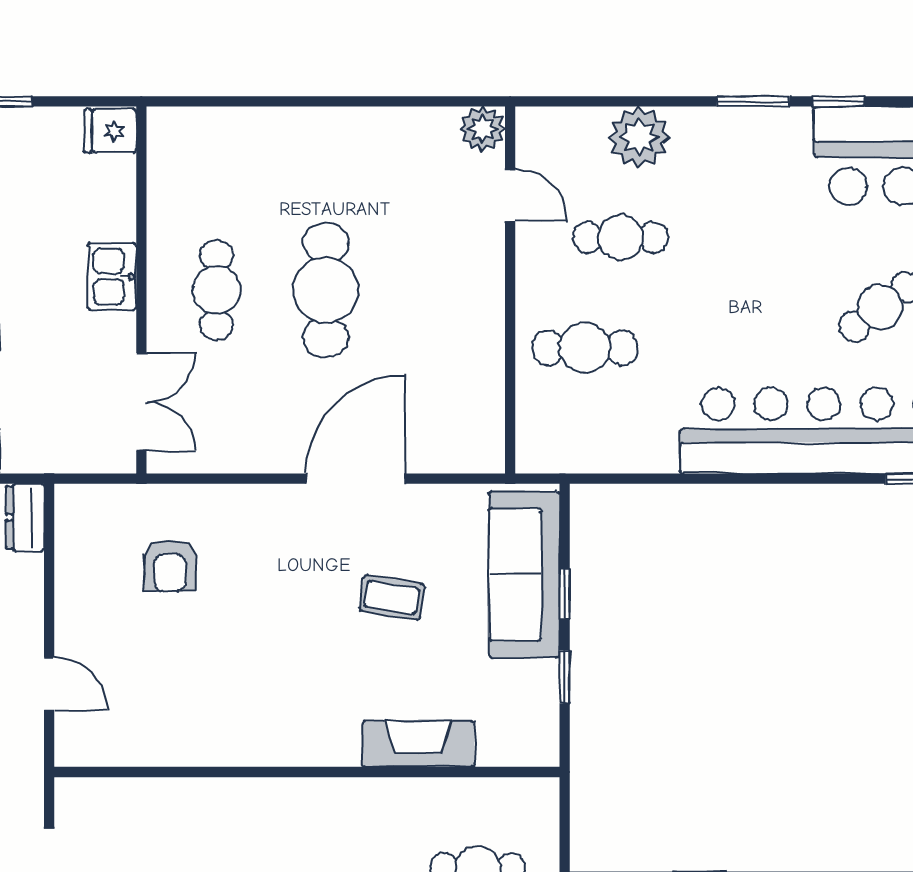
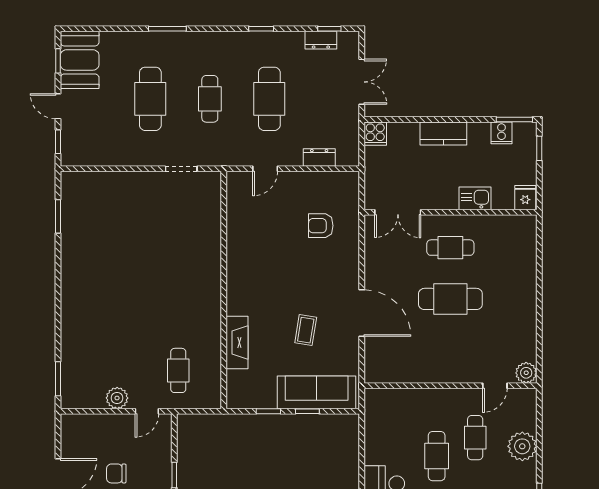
kitchen sink: (112, 276) -> (475, 198), moved
cafe table: (585, 348) -> (437, 456), moved
dresser: (25, 517) -> (319, 158), moved

